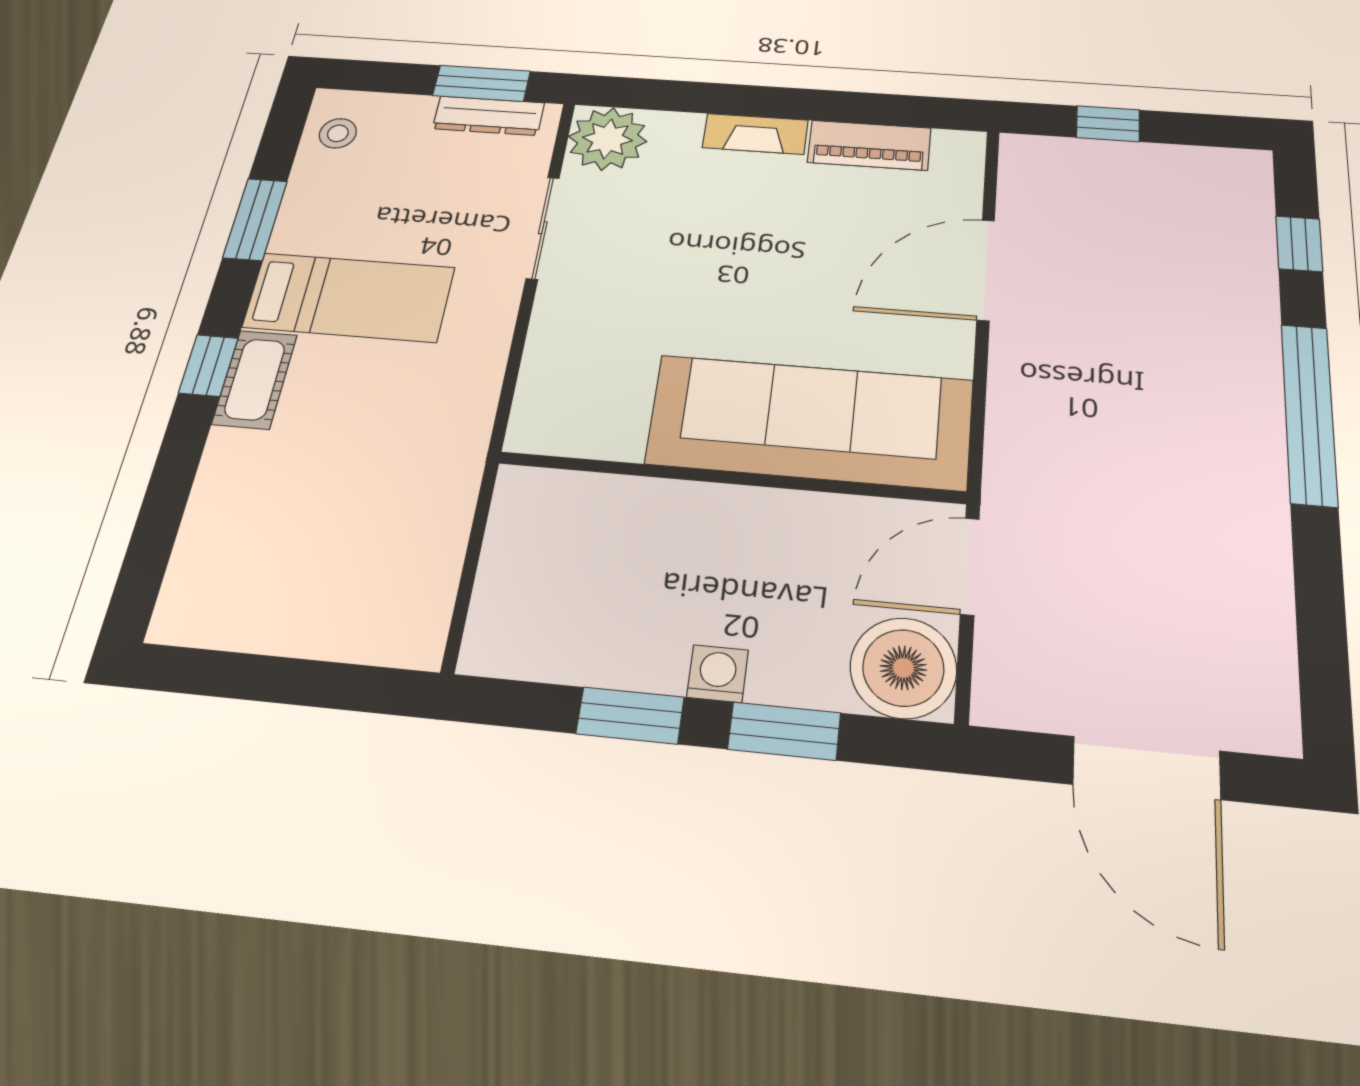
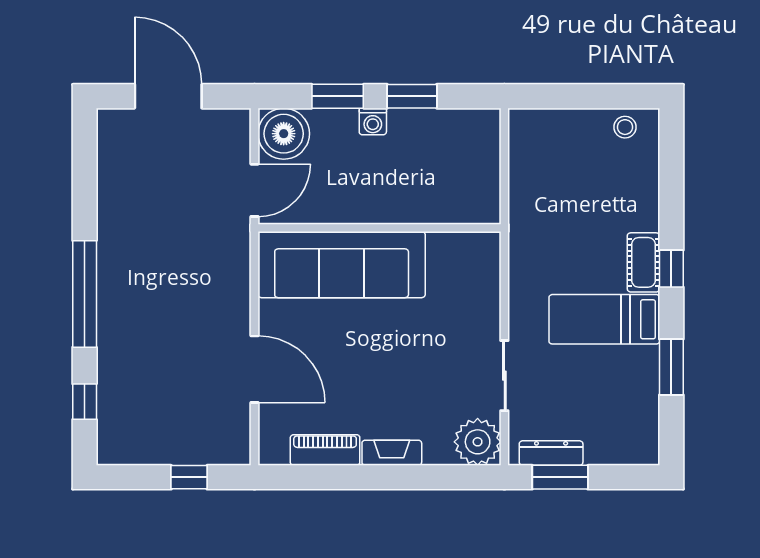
stool: (338, 133) -> (625, 127), moved
door: (986, 270) -> (255, 369), hinge flipped

